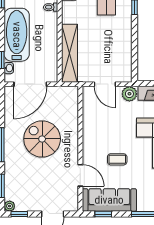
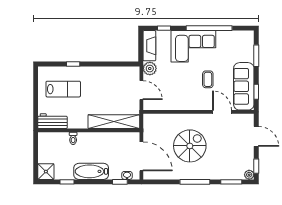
bathtub: (17, 35) -> (91, 171), width x0.73, depth x0.73
door: (105, 84) -> (141, 90), hinge flipped
spiral stairs: (42, 139) -> (190, 146), turned 180
door: (80, 175) -> (222, 112), hinge flipped

